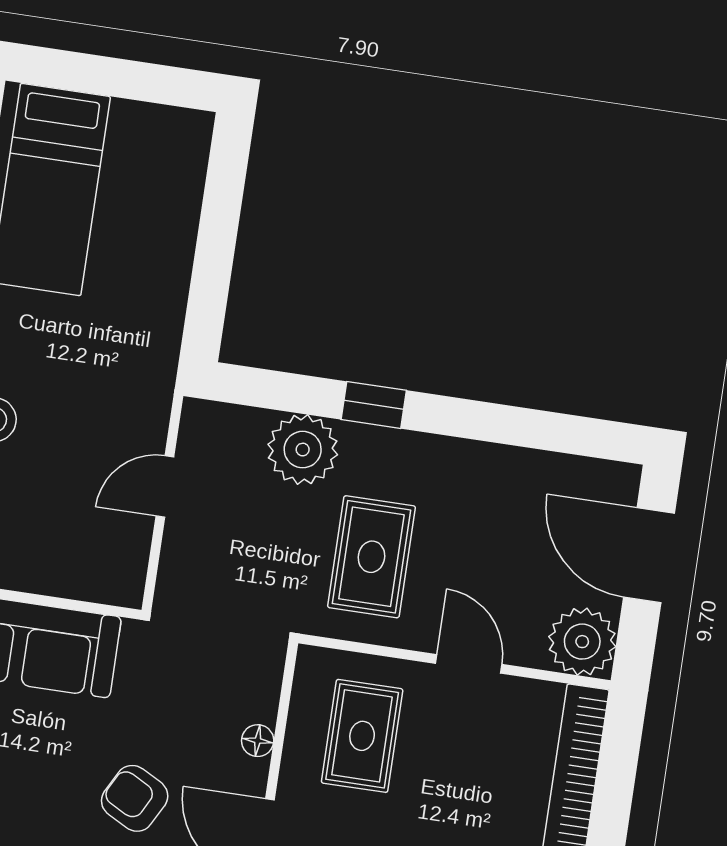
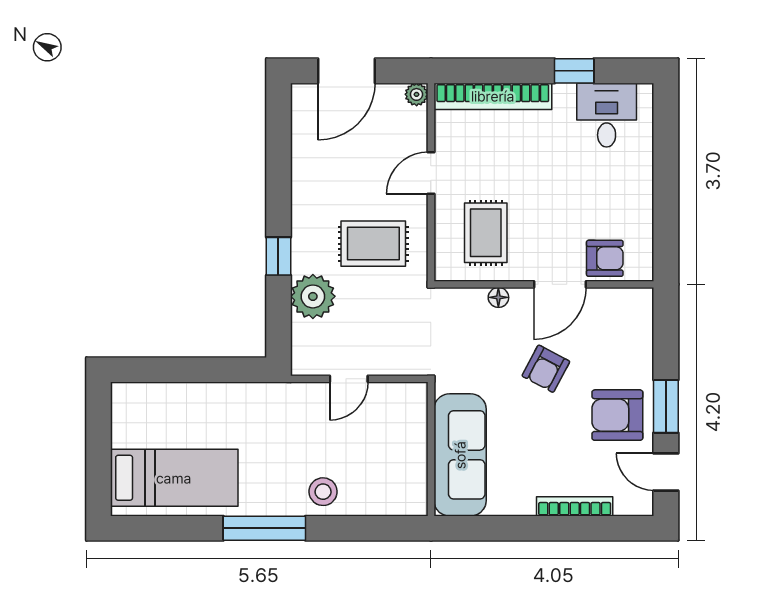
door: (165, 487) -> (349, 379), hinge flipped
plant: (582, 642) -> (417, 94), width x0.53, depth x0.53
rug: (362, 736) -> (486, 233), turned 90

